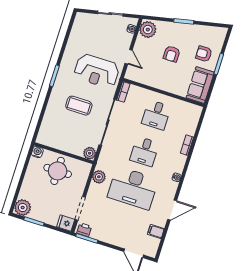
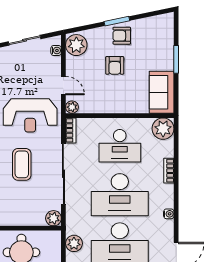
armchair: (204, 54) -> (122, 36), moved
plant: (130, 75) -> (72, 107), added
coffee table: (79, 106) -> (22, 164), turned 90
plant: (193, 112) -> (163, 129), added
desk: (156, 115) -> (120, 146), width x1.37
desk: (145, 151) -> (120, 195), width x1.87, depth x1.30

